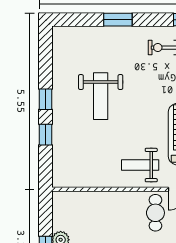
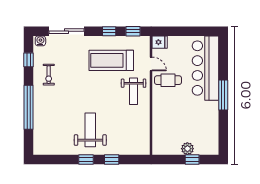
window: (118, 20) -> (29, 107), width x2.11
weight bench: (101, 96) -> (90, 130), moved, turned -90

